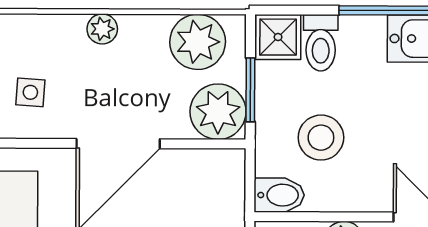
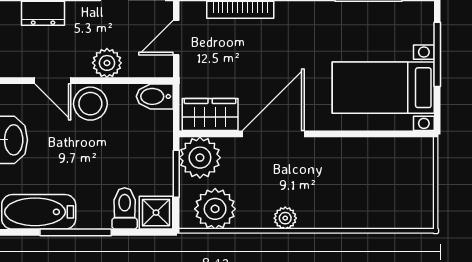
side table: (30, 92) -> (338, 171), removed
stool: (321, 138) -> (90, 104), moved
wardrobe: (204, 170) -> (210, 115), added

